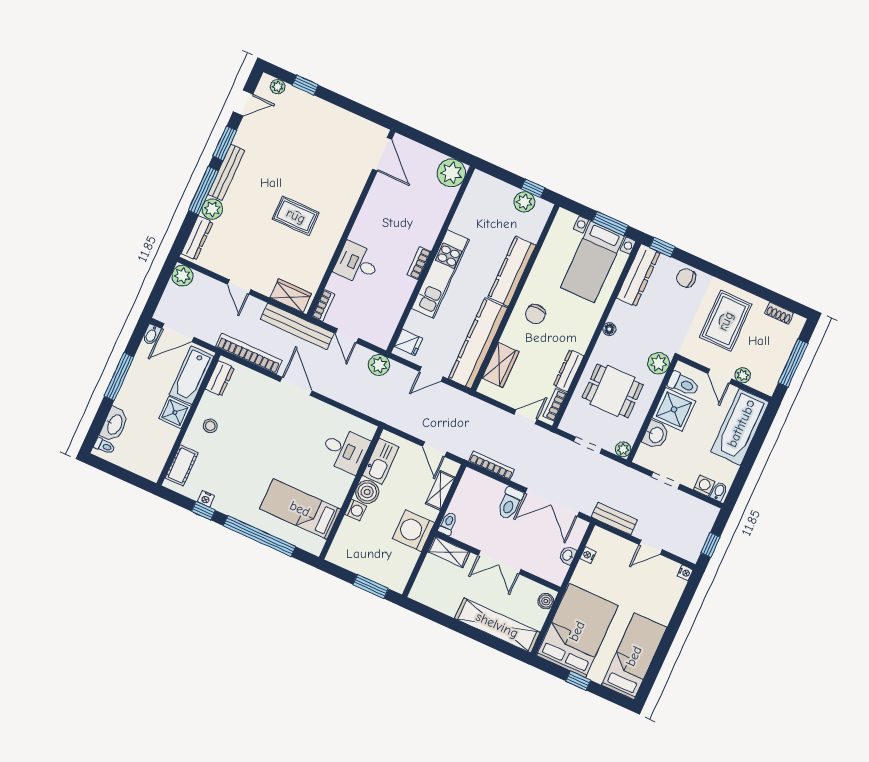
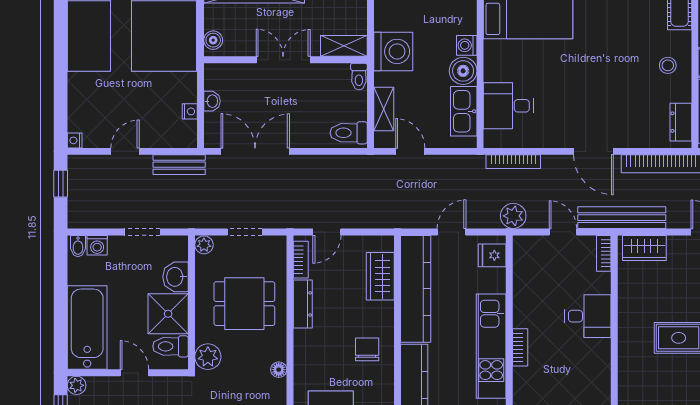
plant: (743, 375) -> (77, 385), moved
bookcase: (491, 465) -> (513, 162), moved
toilet: (510, 503) -> (349, 133), moved, turned -90

